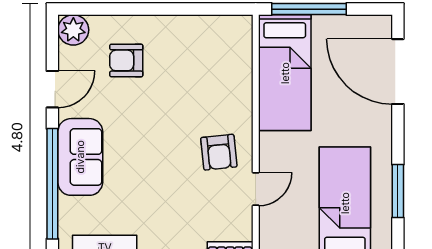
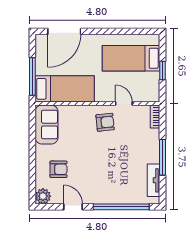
armchair: (126, 60) -> (59, 169), turned -90
sofa: (80, 157) -> (47, 125), moved, turned 90
window: (398, 191) -> (125, 31), removed

